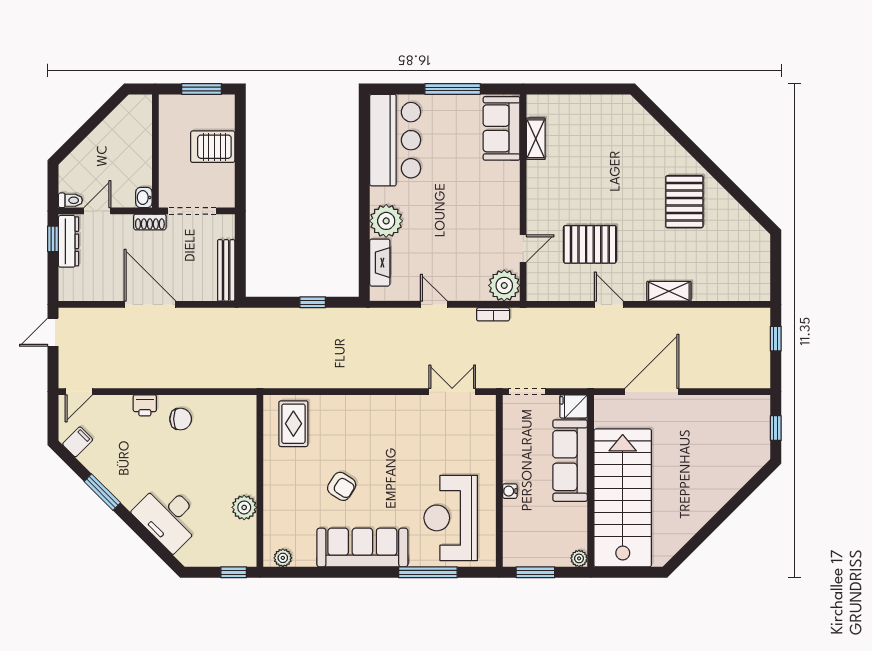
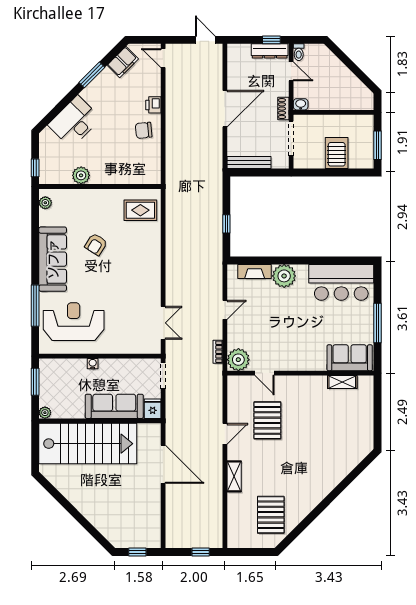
pallet: (684, 202) -> (271, 515), moved, turned 90
chair: (181, 419) -> (144, 130), turned 84
filing cabinet: (78, 442) -> (123, 62), width x2.00

